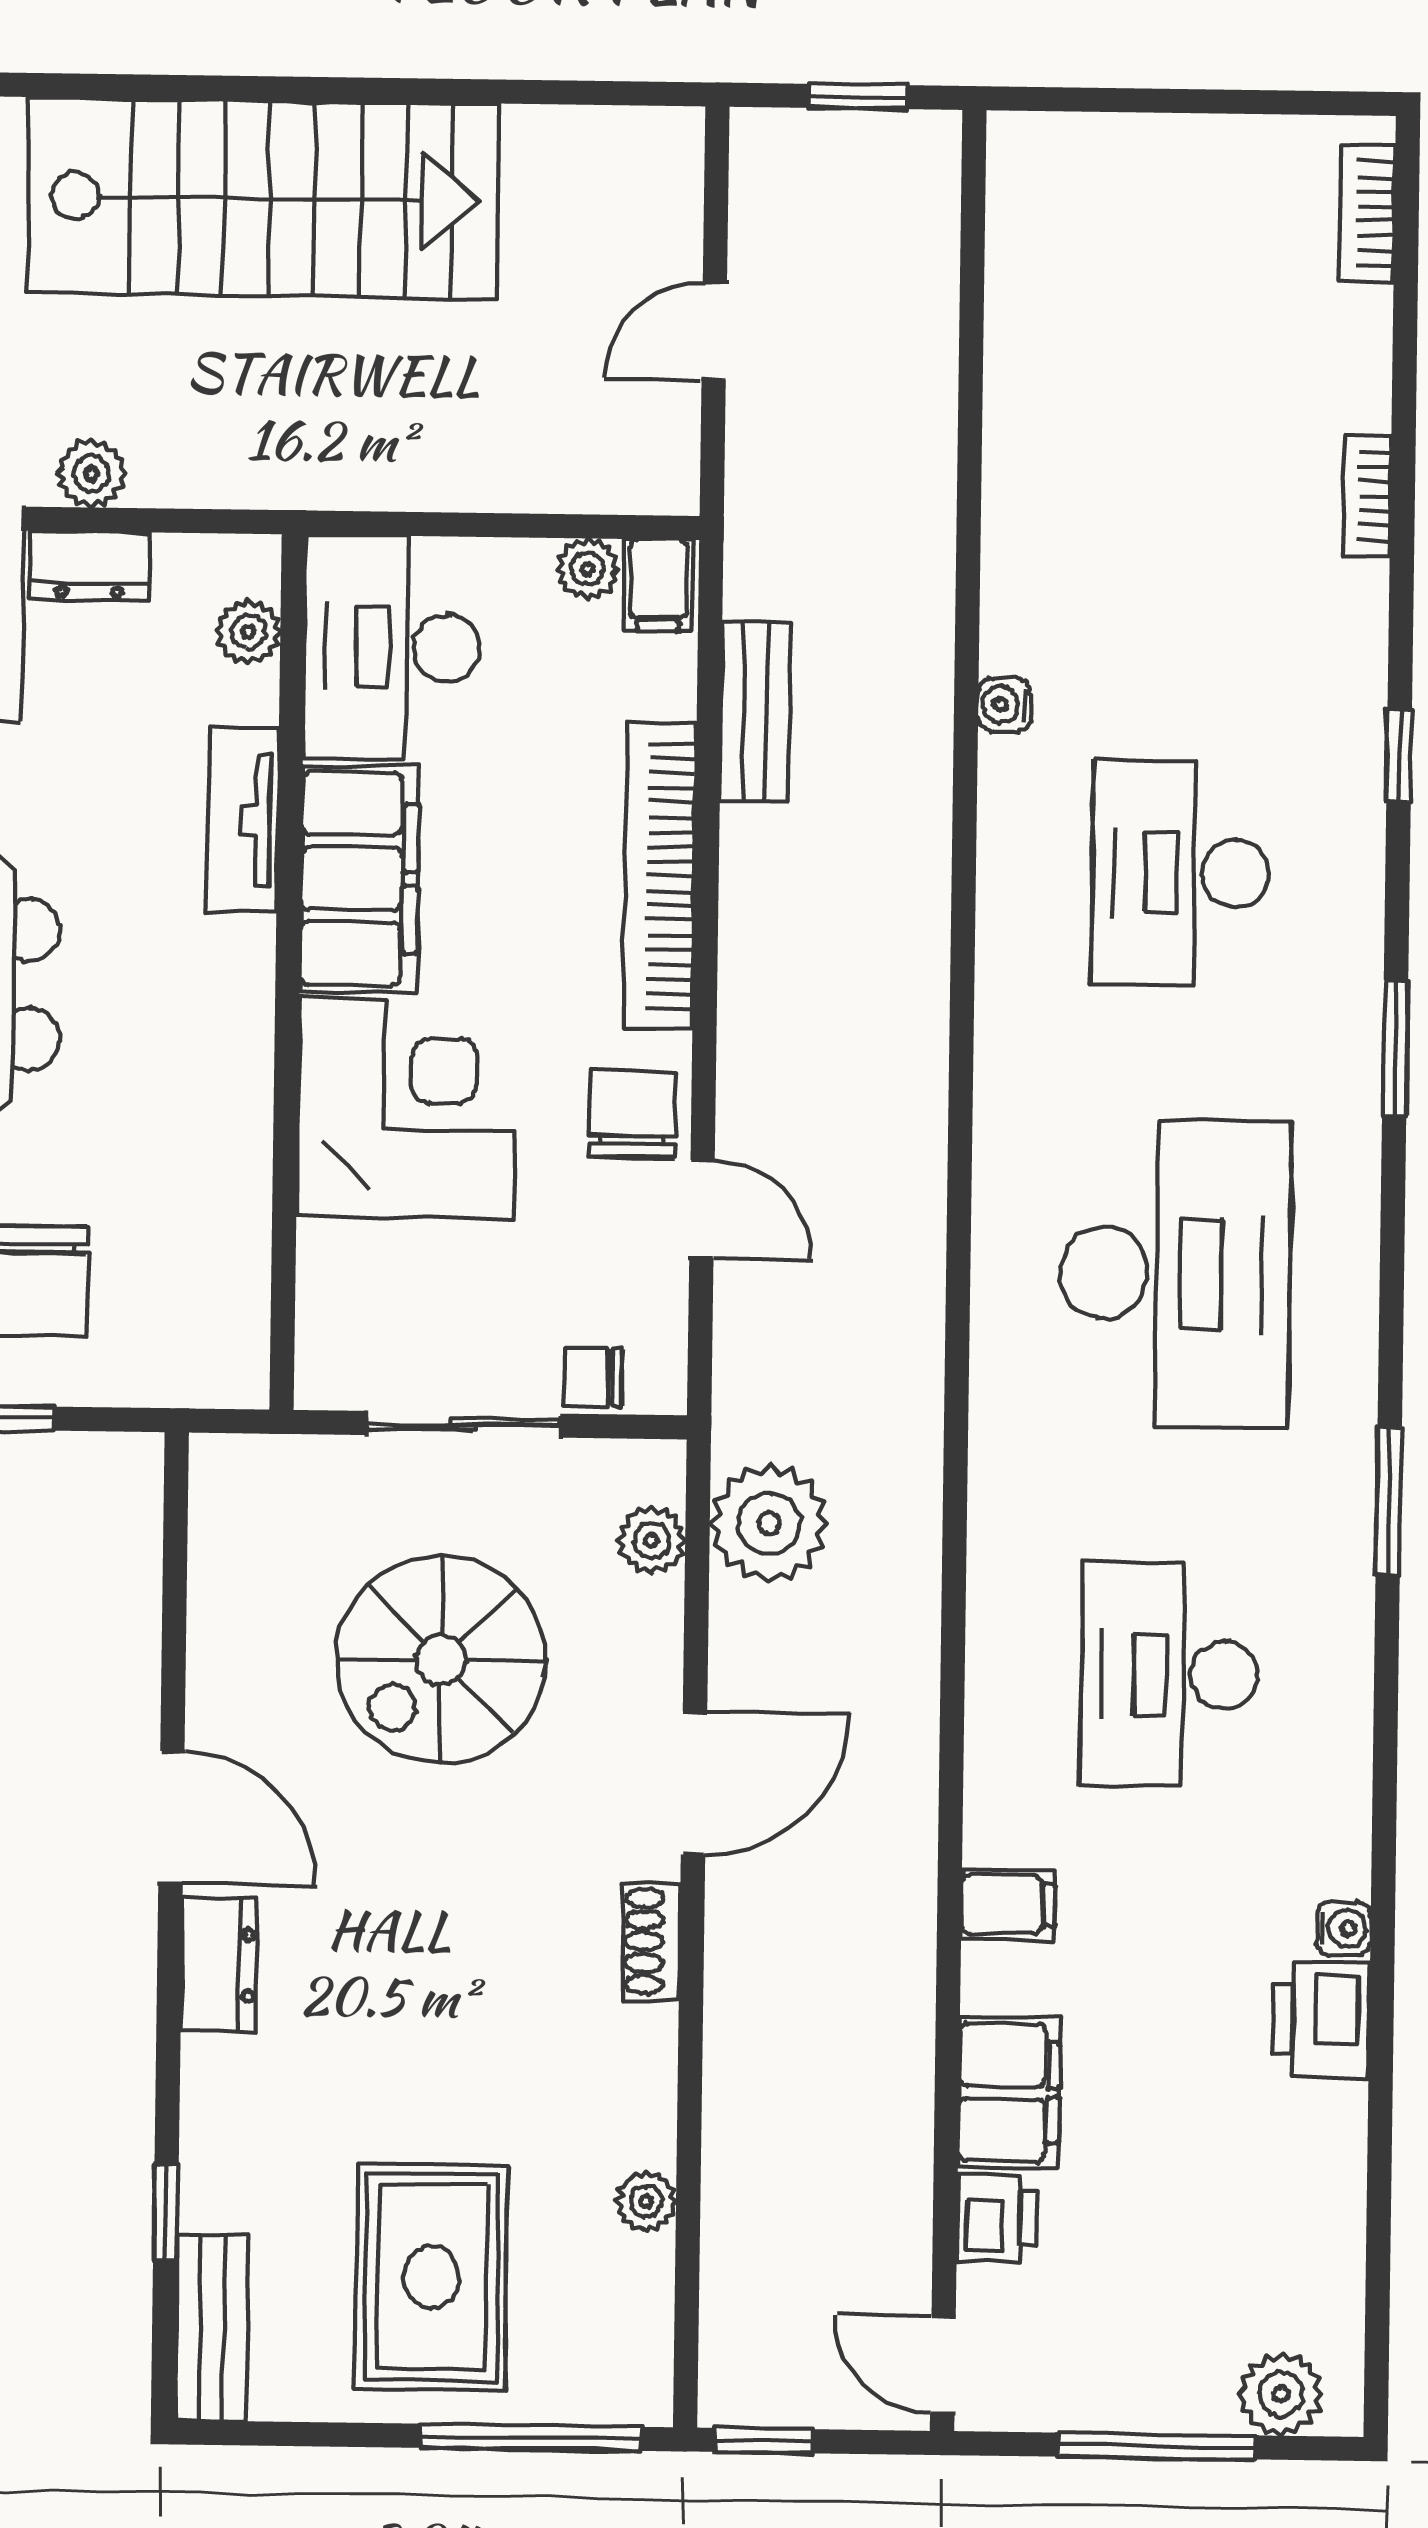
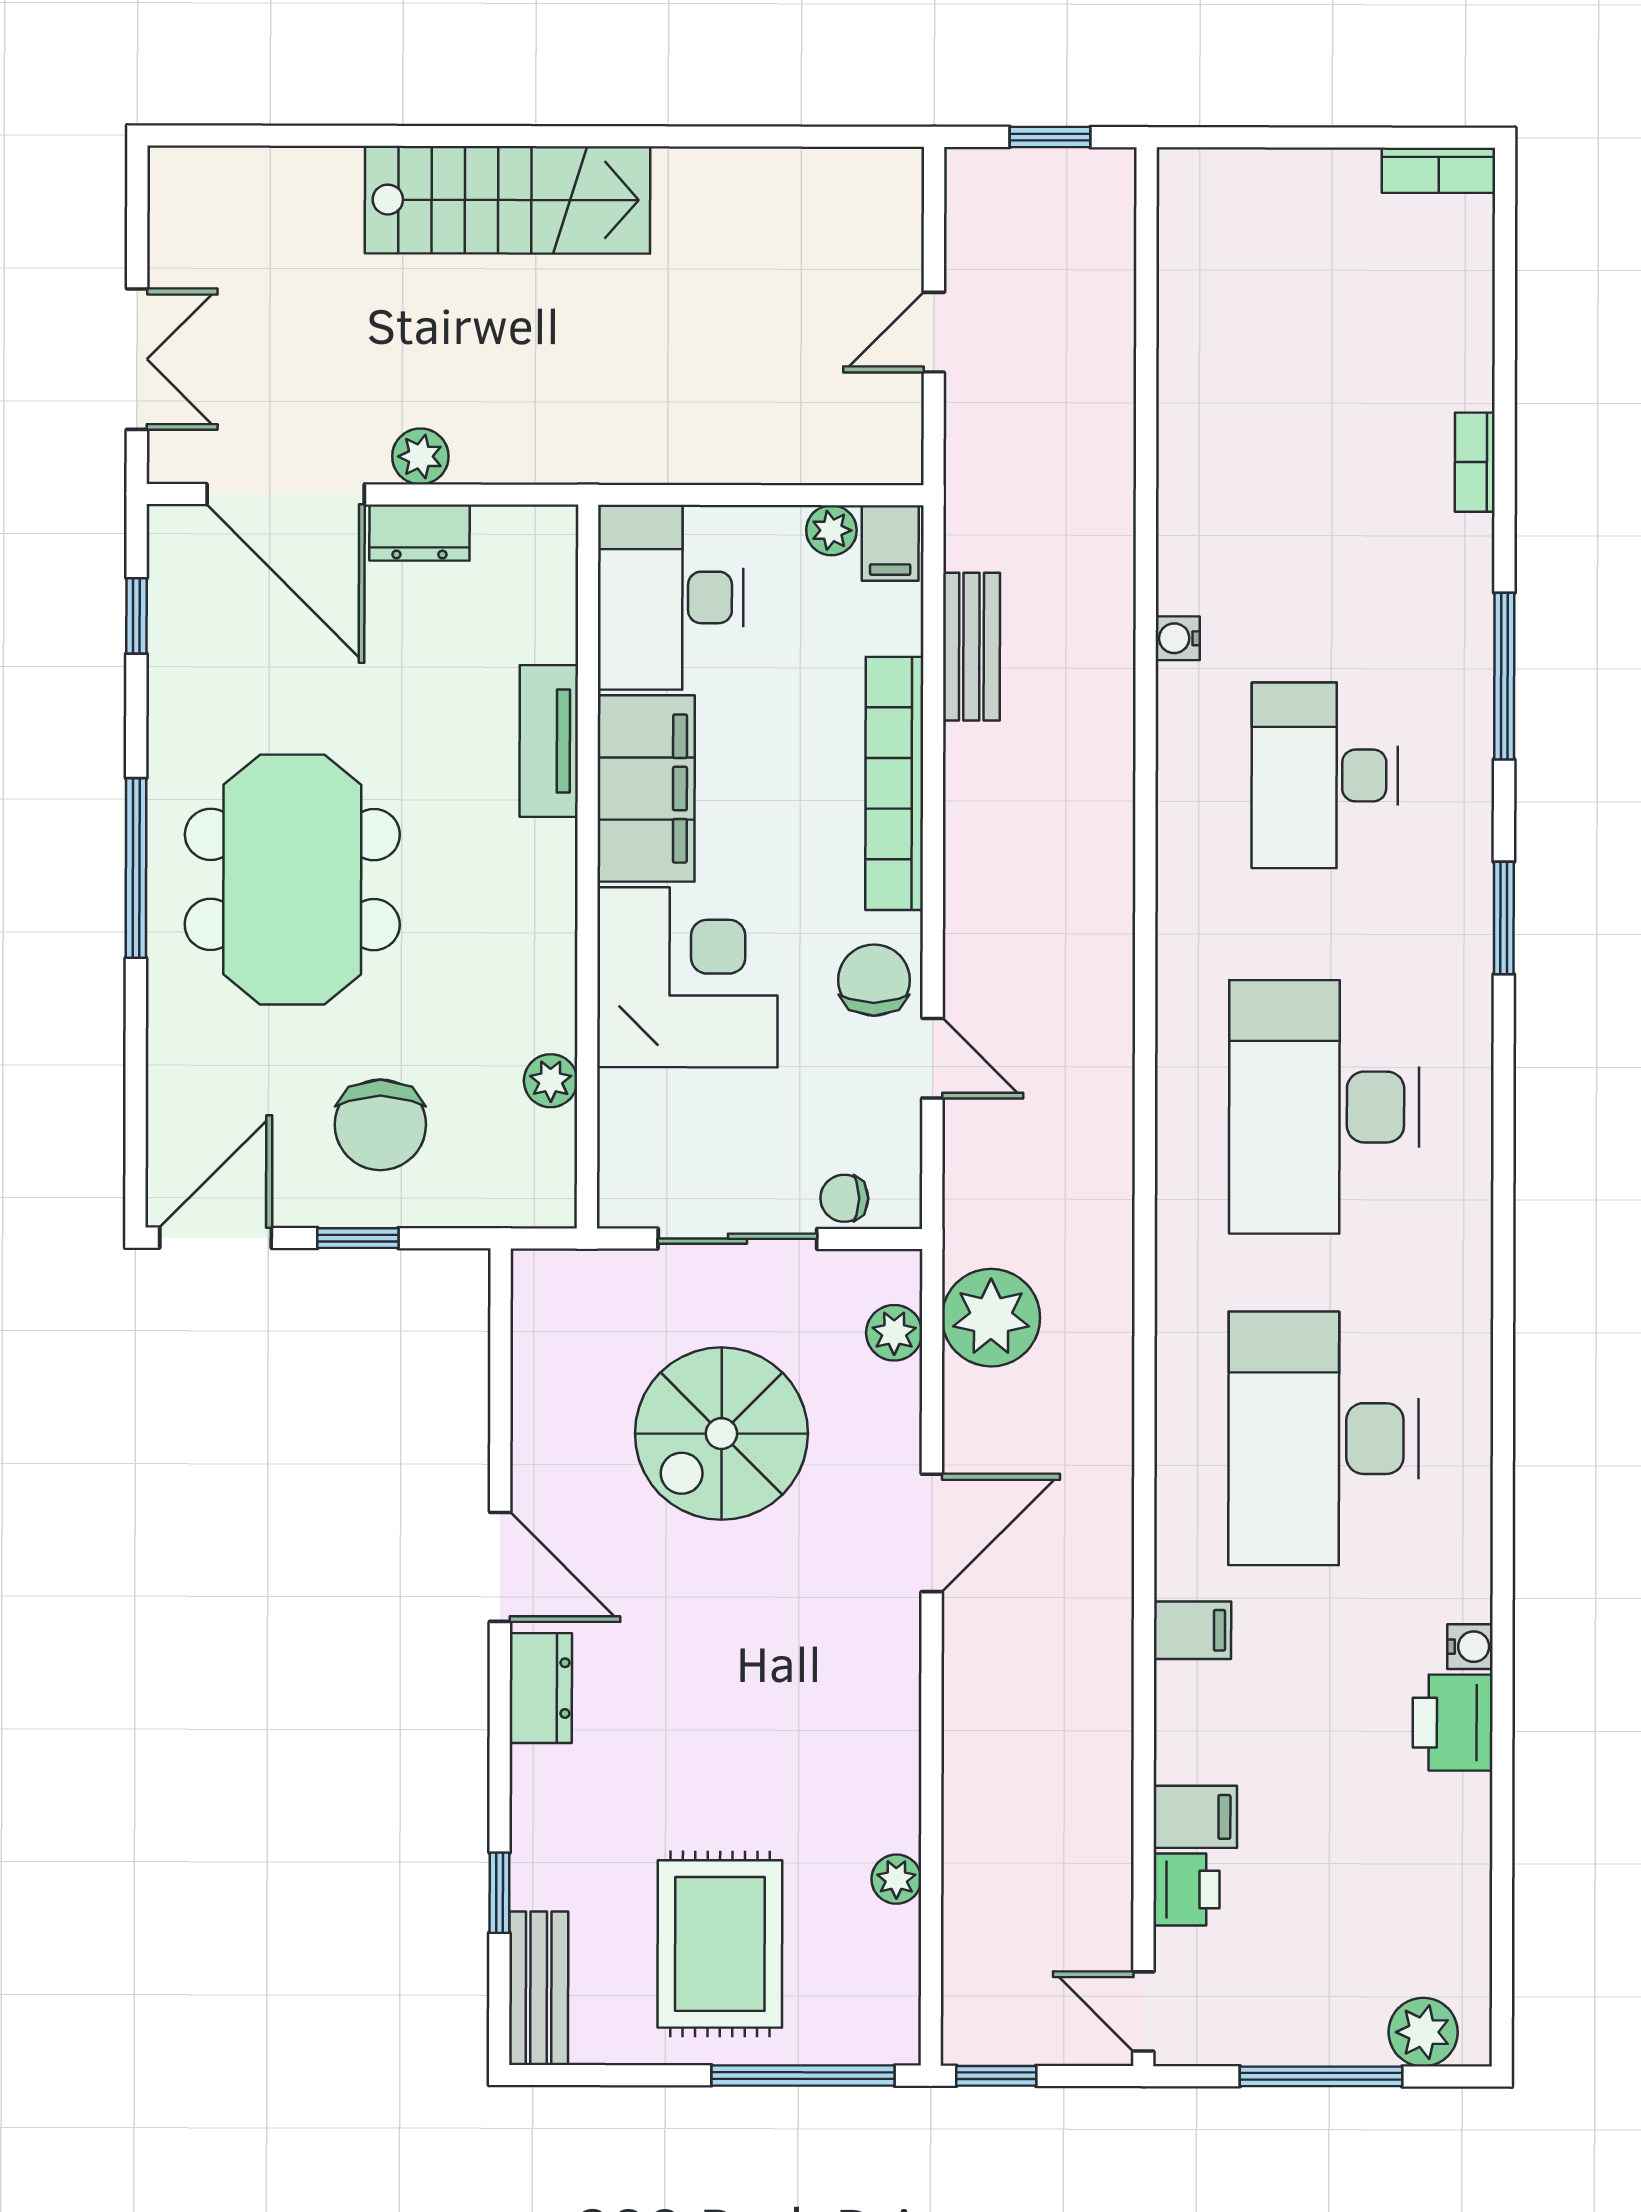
stairs: (263, 198) -> (508, 200), width x0.73, depth x0.66
bookcase: (1367, 213) -> (1439, 170), moved, turned -90
plant: (248, 632) -> (551, 1081), moved
window: (1399, 755) -> (1504, 676), width x2.17
desk: (1175, 1274) -> (1324, 1107), turned 180
window: (1389, 1501) -> (1503, 1293), removed
desk: (1169, 1675) -> (1324, 1438), width x1.36, depth x1.30
shoe rack: (651, 1941) -> (898, 1664), removed
filing cabinet: (1009, 2093) -> (1195, 1817), width x0.50

